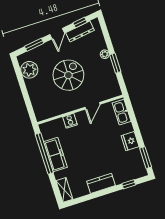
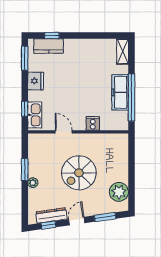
door: (93, 106) -> (64, 132), hinge flipped
window: (132, 115) -> (25, 109), added
kitchen counter: (101, 183) -> (49, 46), moved

